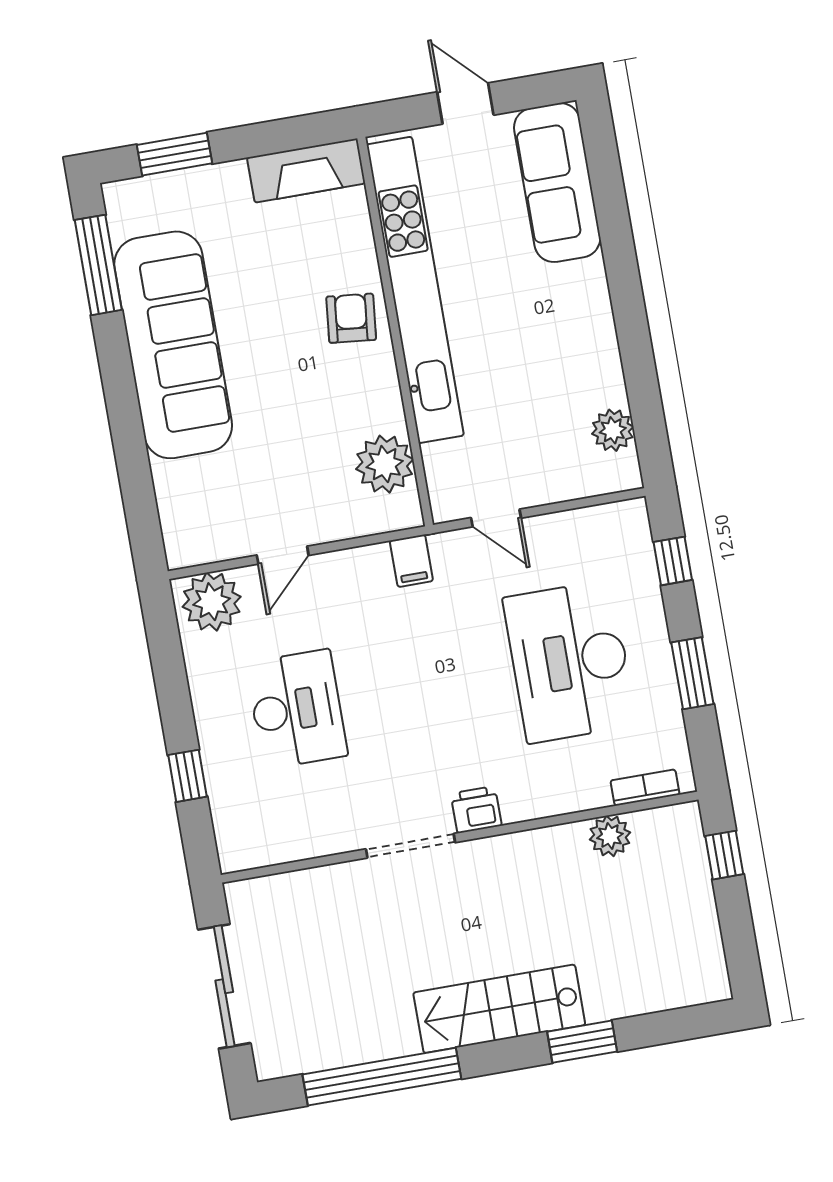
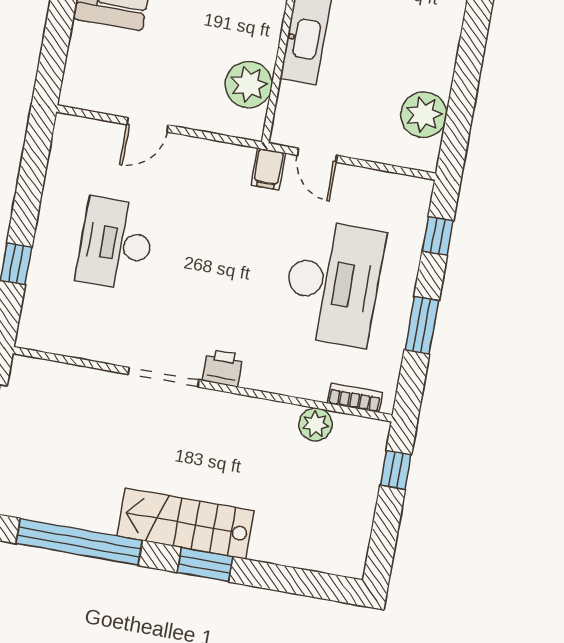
plant: (613, 430) -> (424, 115), width x1.36, depth x1.36
filing cabinet: (411, 561) -> (268, 169), moved
plant: (212, 602) -> (82, 140), removed
desk: (570, 662) -> (333, 283), turned 180
desk: (297, 709) -> (116, 244), turned 180
window: (582, 1042) -> (205, 565), moved

